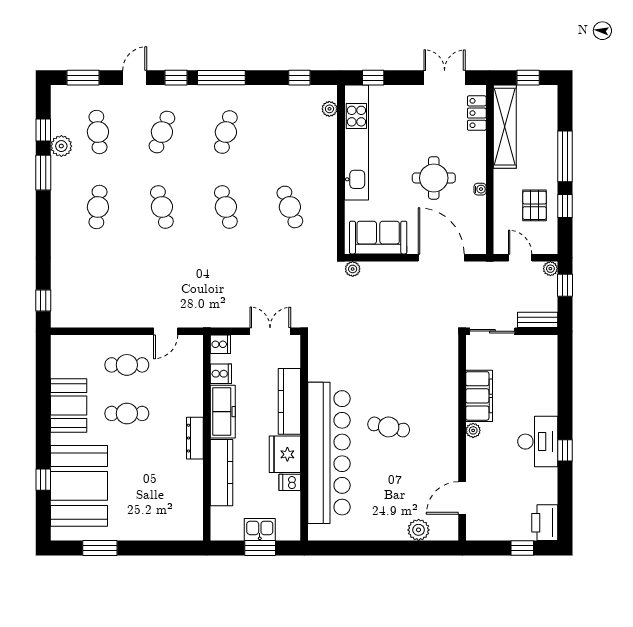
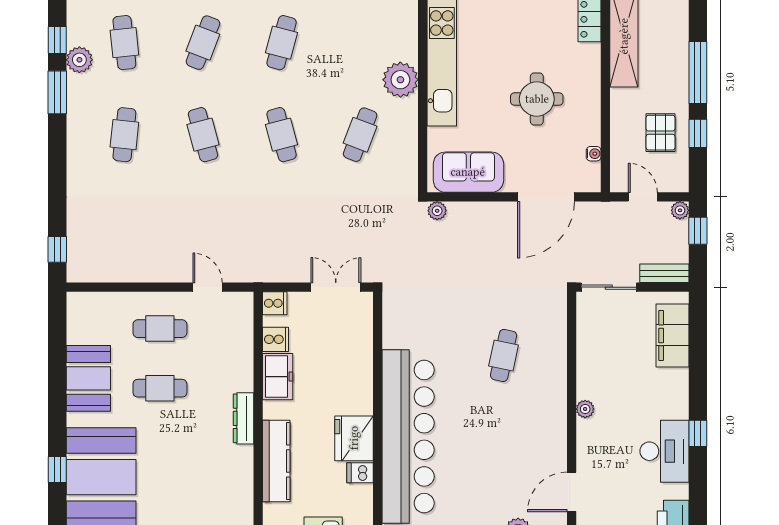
plant: (329, 109) -> (400, 80), moved, width x1.87, depth x1.87
water cooler: (480, 189) -> (594, 154), moved
cafe table: (290, 207) -> (360, 135), turned 42
door: (441, 258) -> (546, 197), swing flipped
door: (166, 331) -> (208, 287), swing flipped
filing cabinet: (479, 396) -> (673, 335), moved, turned 180
kitchen counter: (289, 401) -> (360, 373), removed
freezer: (223, 412) -> (278, 377), width x0.71
cafe table: (389, 427) -> (504, 355), moved, turned 90
desk: (538, 442) -> (664, 451), moved

